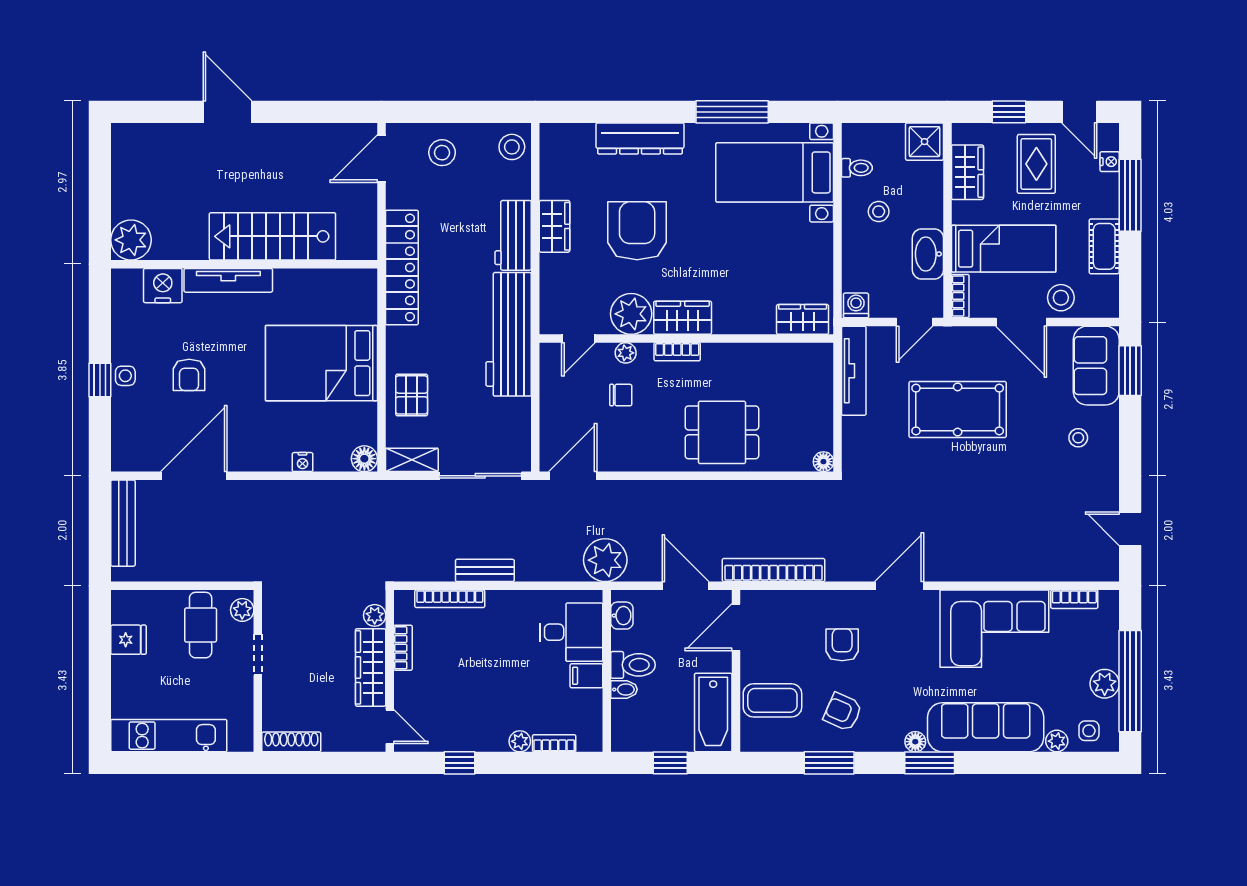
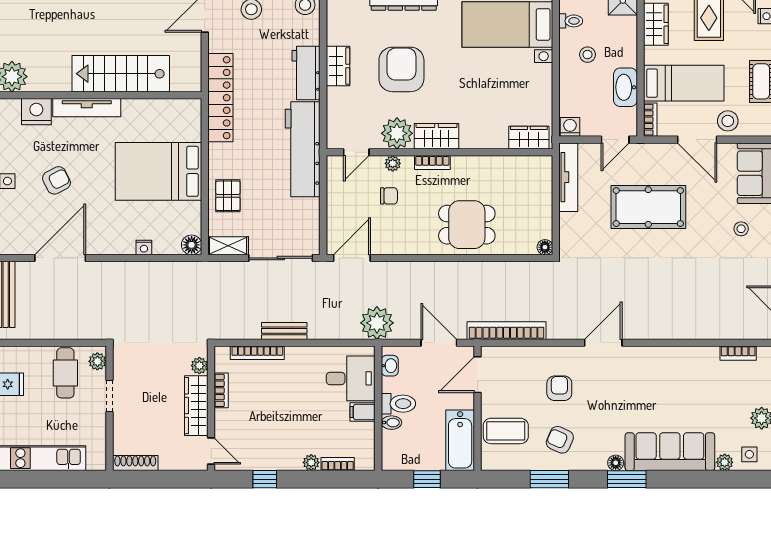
armchair: (189, 375) -> (56, 180), turned -117
corner sofa: (994, 629) -> (677, 376), removed

